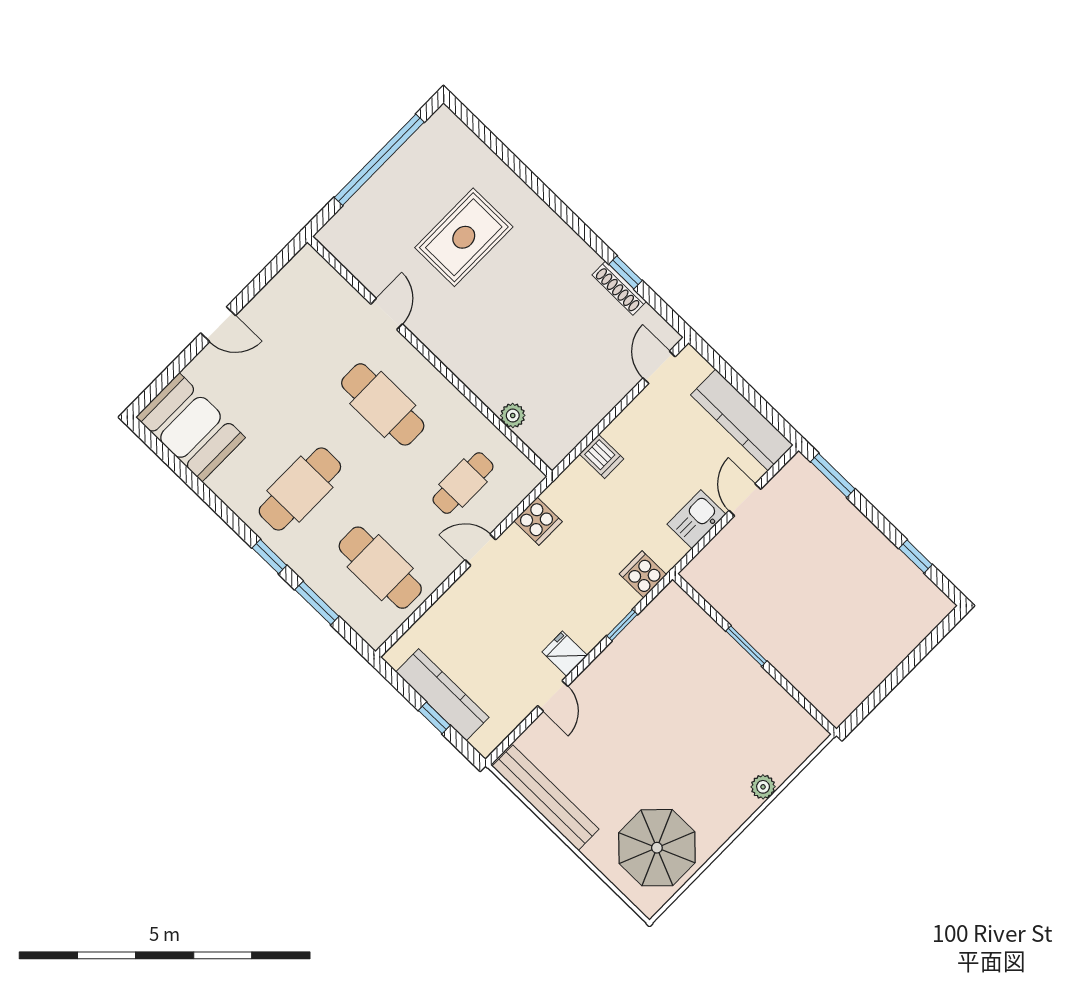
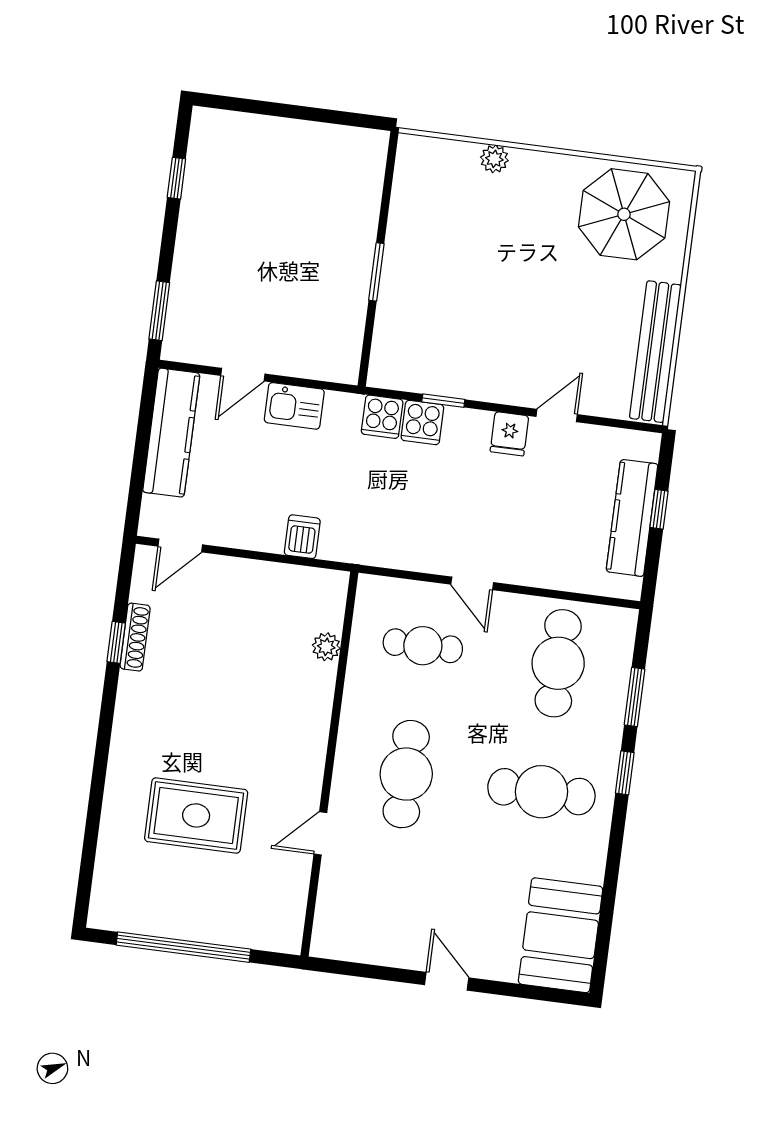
cooker: (538, 521) -> (422, 423), moved, turned 180

